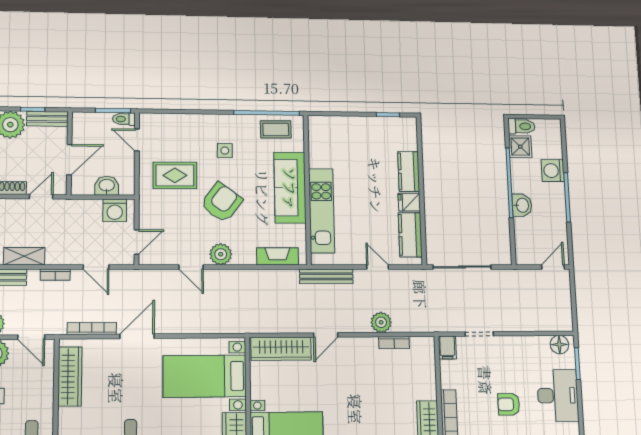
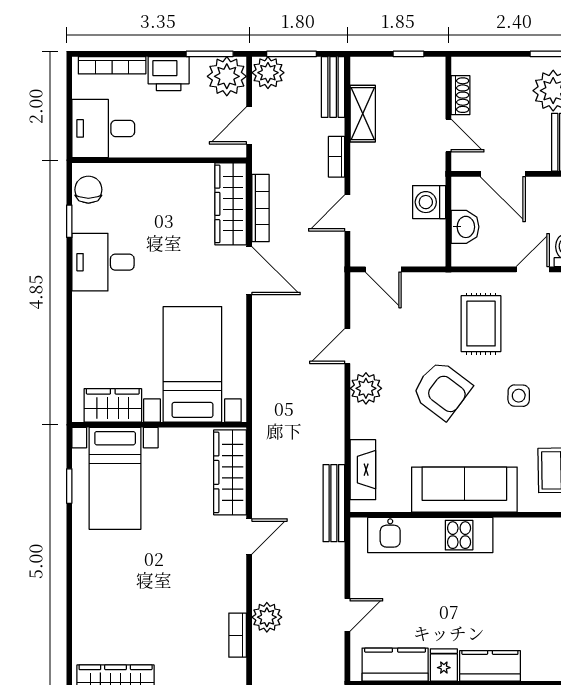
washing machine: (115, 210) -> (429, 202), moved
bench: (326, 276) -> (334, 503), moved
door: (326, 335) -> (249, 536), swing flipped
wardrobe: (70, 376) -> (231, 204), moved, turned 90

